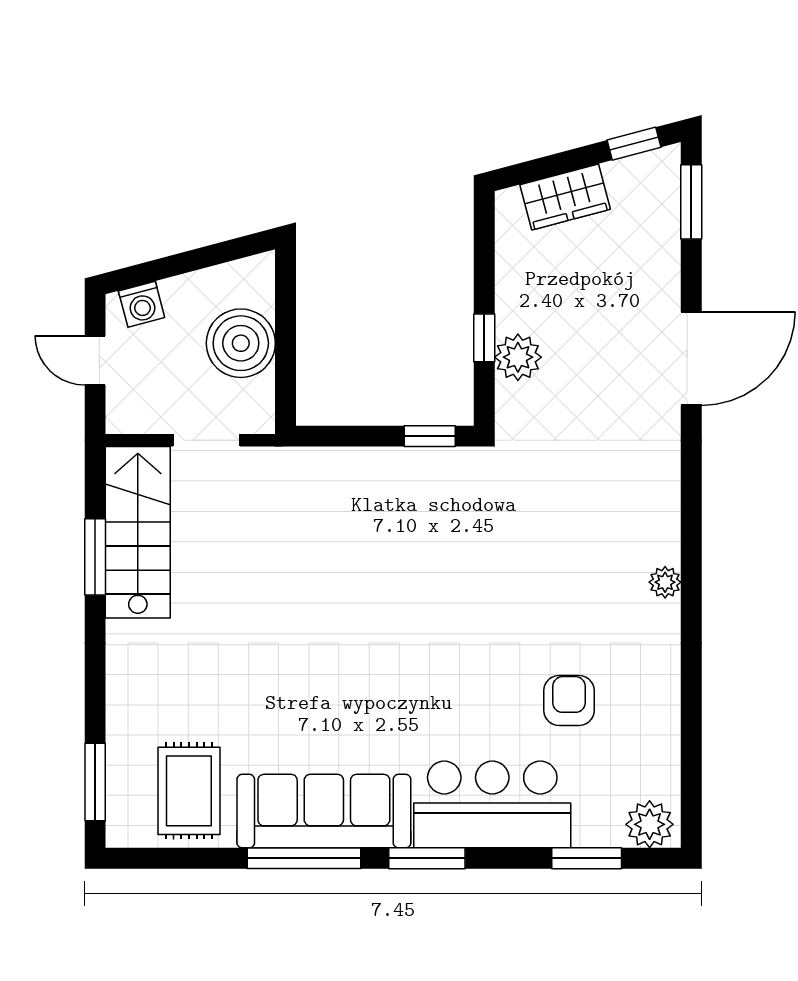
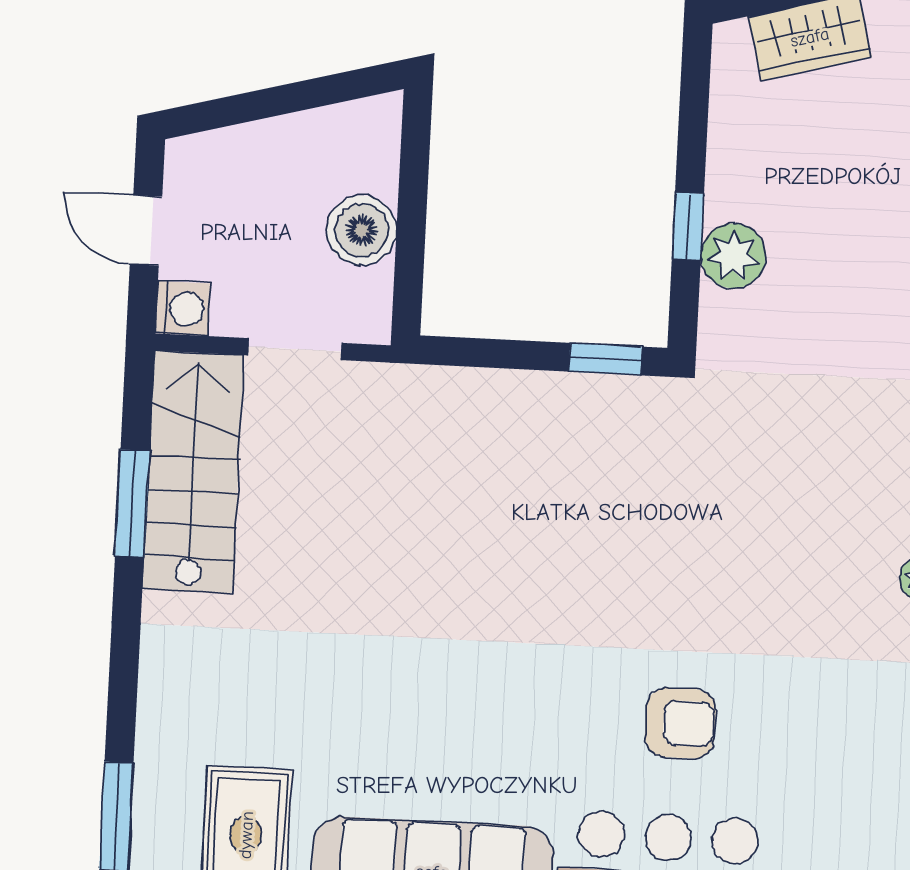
washing machine: (142, 304) -> (183, 308), moved, turned -75
boiler: (241, 343) -> (362, 230), width x0.73, depth x0.73
armchair: (569, 700) -> (680, 723), moved, turned 90

